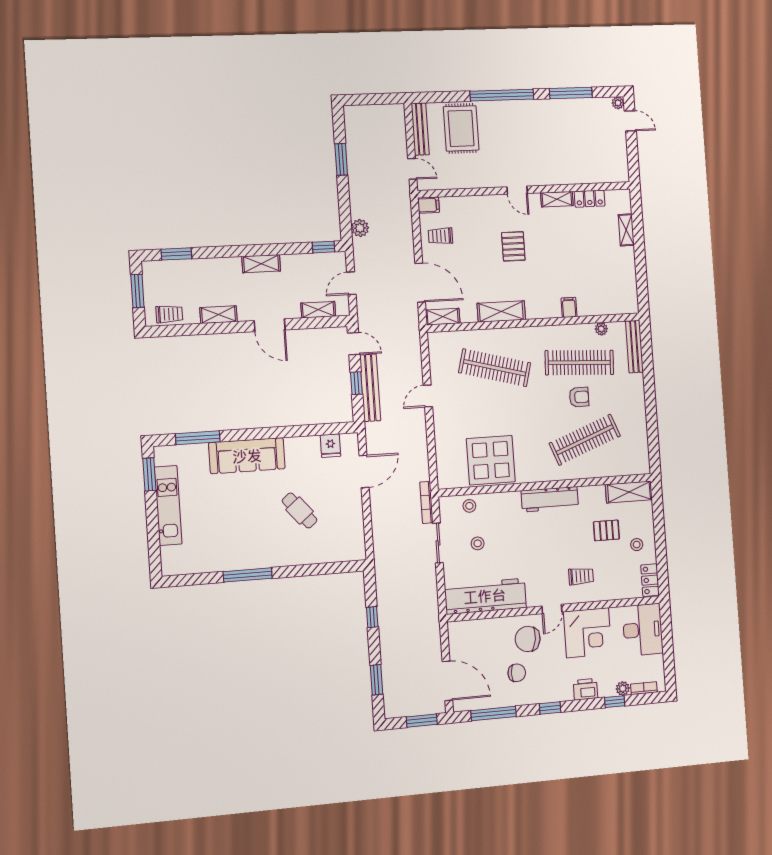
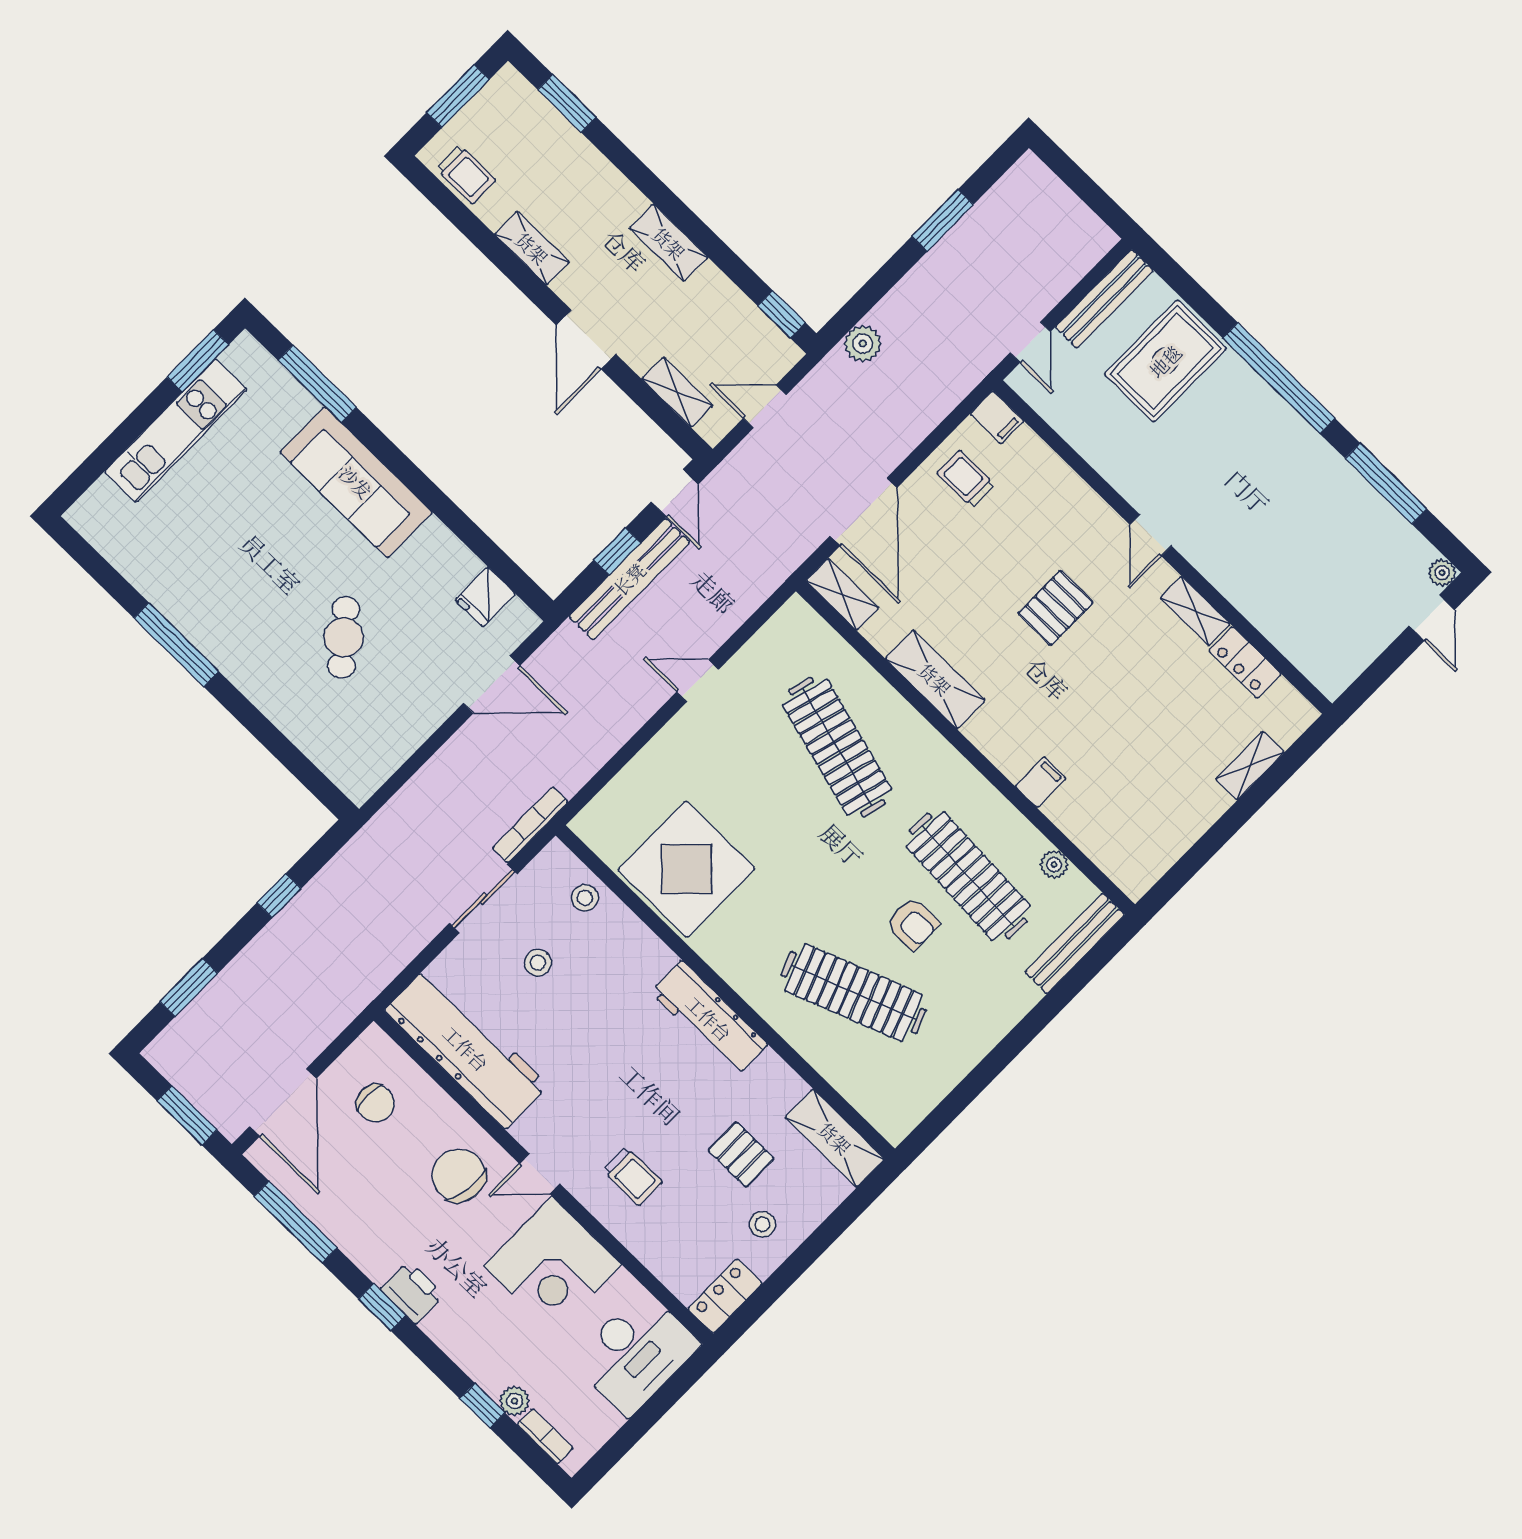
chair: (517, 673) -> (376, 1103), moved
printer: (585, 689) -> (412, 1292), moved

